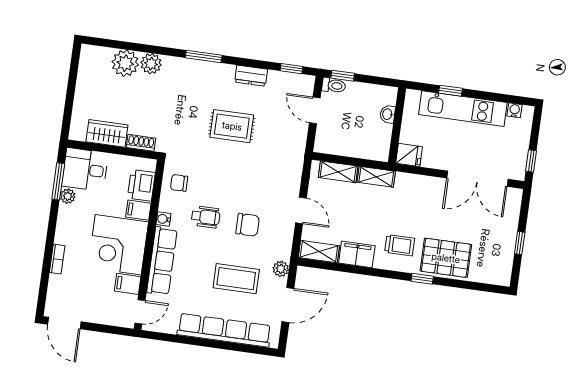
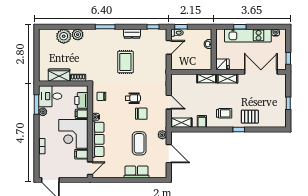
door: (315, 110) -> (169, 47), swing flipped
rug: (232, 126) -> (125, 62), turned 90
shelving: (338, 172) -> (227, 79), moved
double door: (477, 179) -> (261, 72), swing flipped
wheelchair: (206, 217) -> (133, 98), moved
filing cabinet: (357, 254) -> (202, 121), width x0.50
pallet: (446, 258) -> (250, 117), width x0.67, depth x0.71
coffee table: (236, 279) -> (139, 143), turned 90
door: (288, 305) -> (169, 154), hinge flipped
row of seats: (224, 330) -> (137, 172), width x0.50

